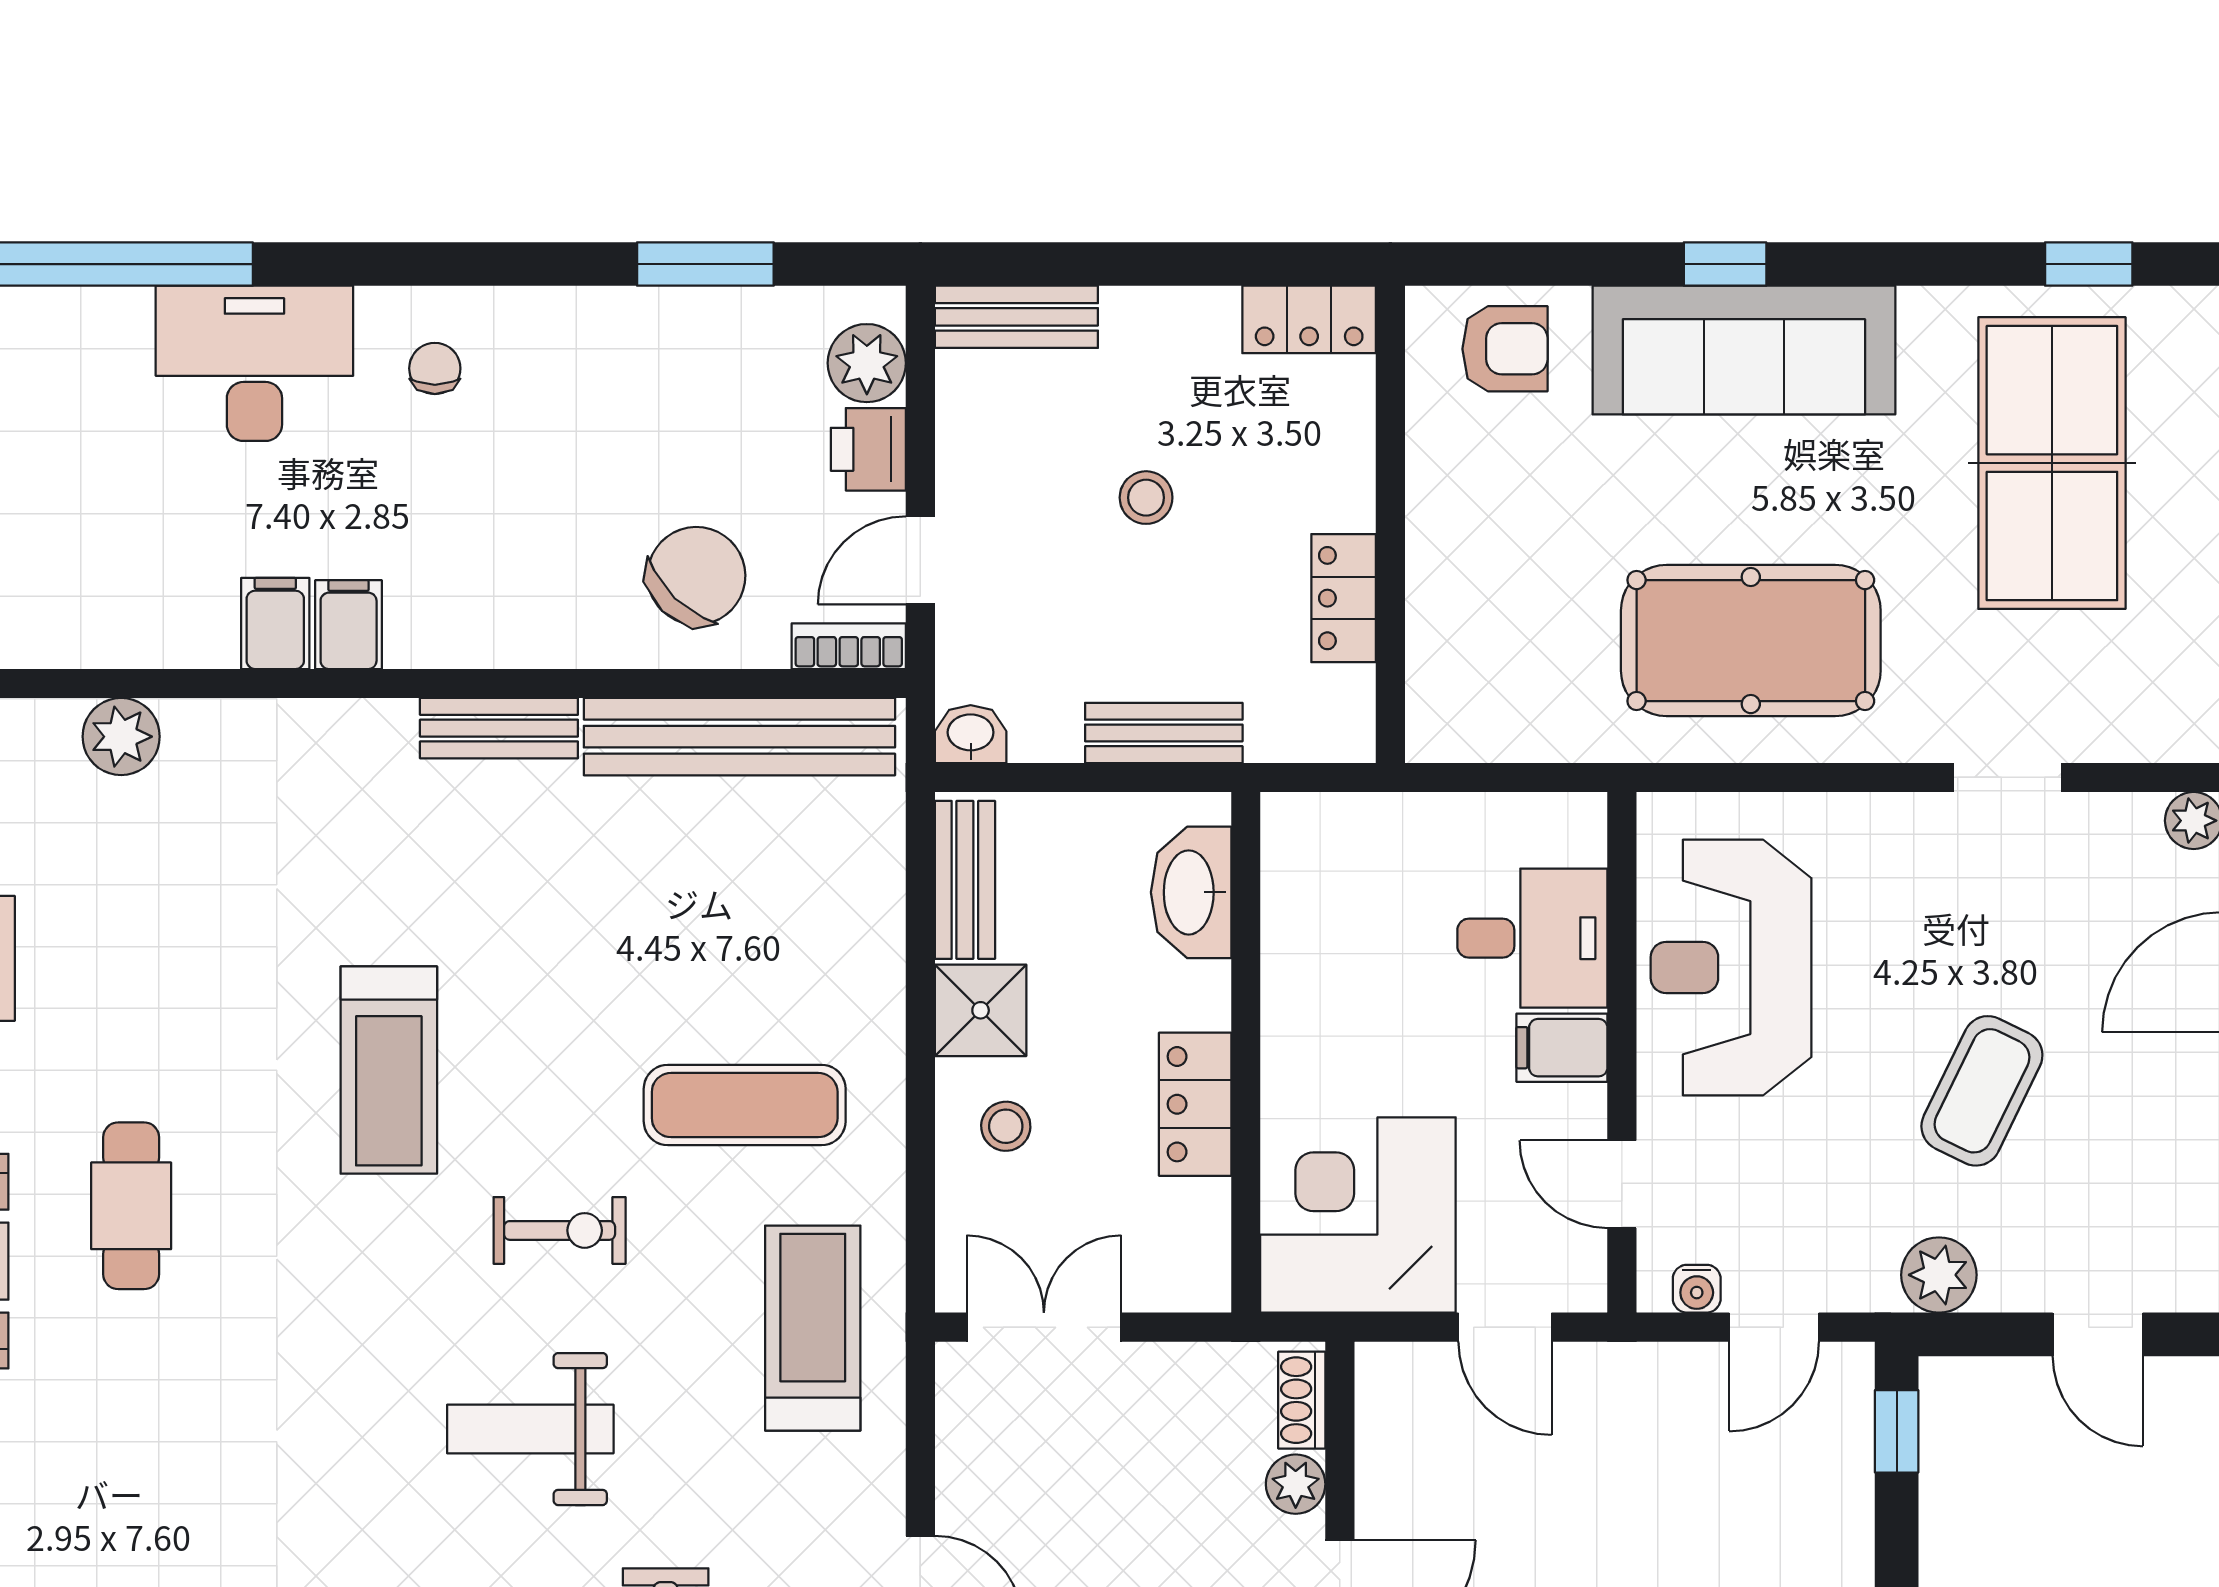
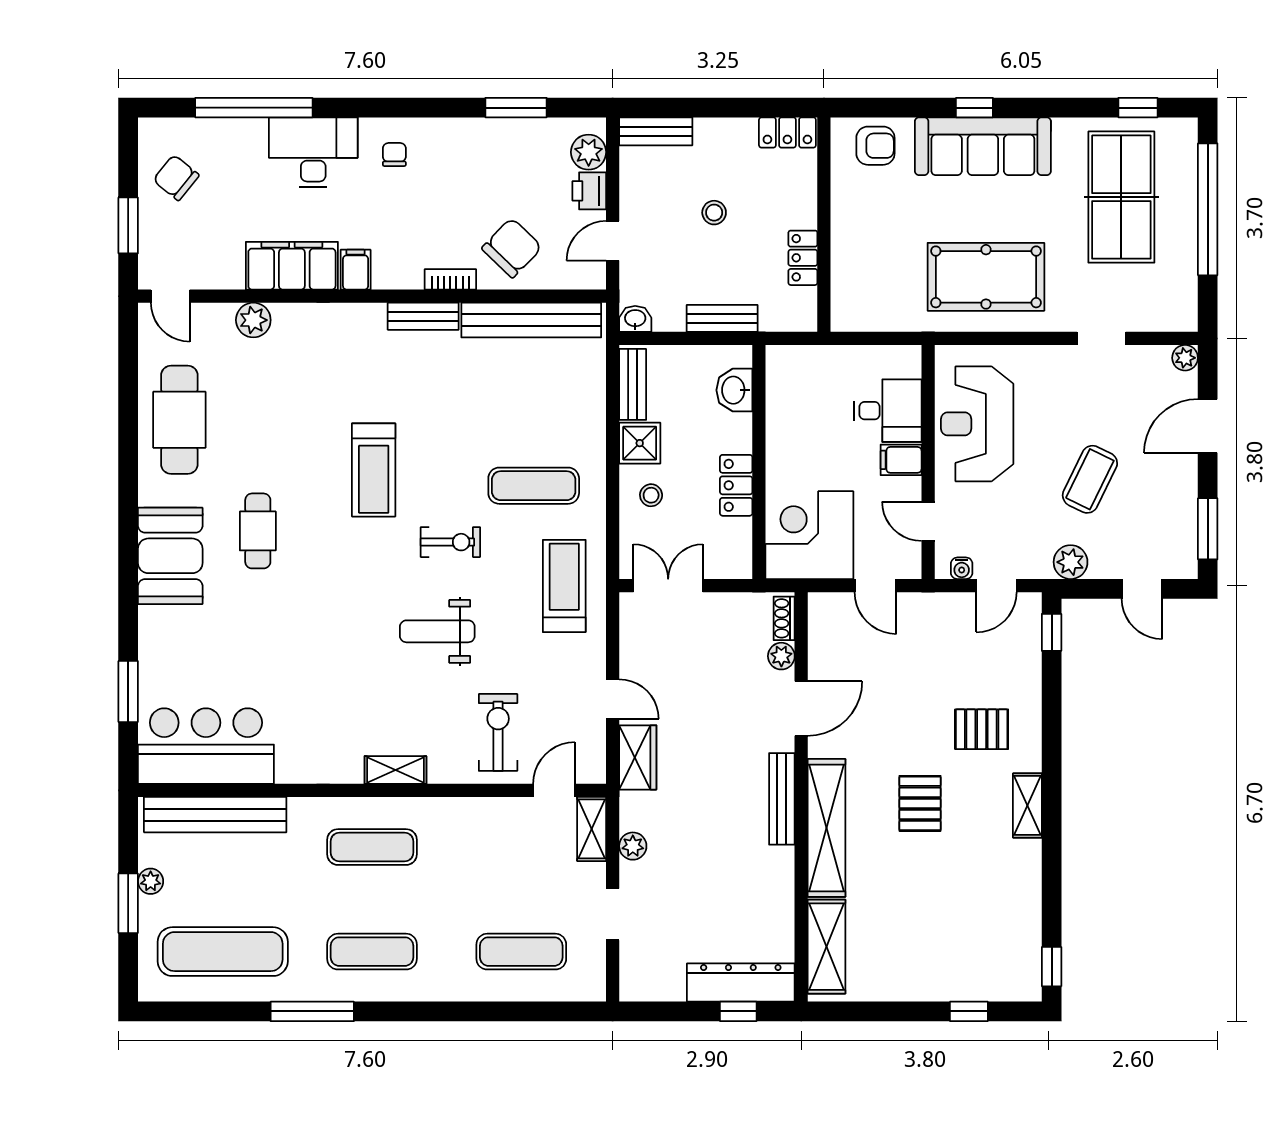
filing cabinet: (275, 623) -> (292, 266), width x3.00, depth x1.17
bookcase: (849, 646) -> (450, 279), moved
washbasin: (1191, 892) -> (734, 390), width x0.72

